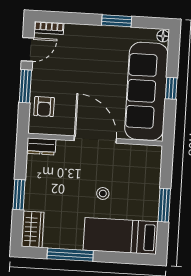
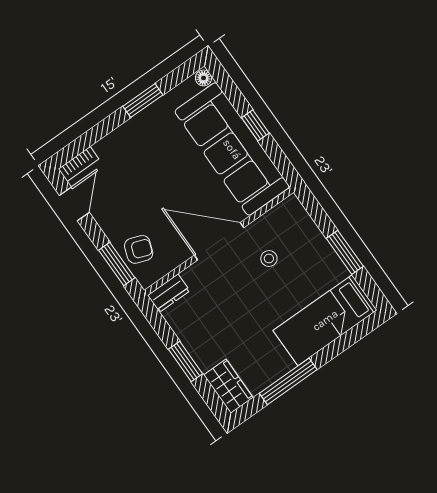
window: (25, 86) -> (117, 264), moved
armchair: (44, 107) -> (139, 249), turned -70
stool: (103, 193) -> (269, 258), moved

